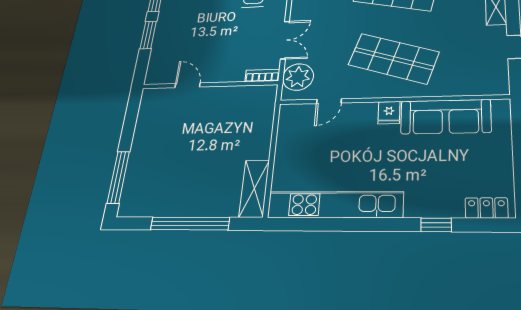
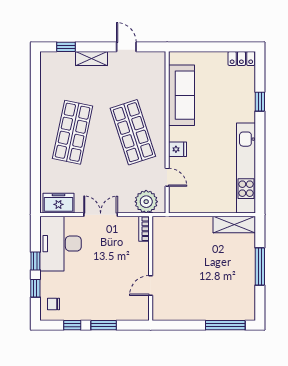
double door: (285, 40) -> (101, 215), moved
shop shelf: (394, 59) -> (133, 132), turned -36
fridge: (389, 113) -> (177, 149), moved
locker: (487, 208) -> (241, 58), moved, turned -90
window: (190, 224) -> (260, 266), width x0.68

